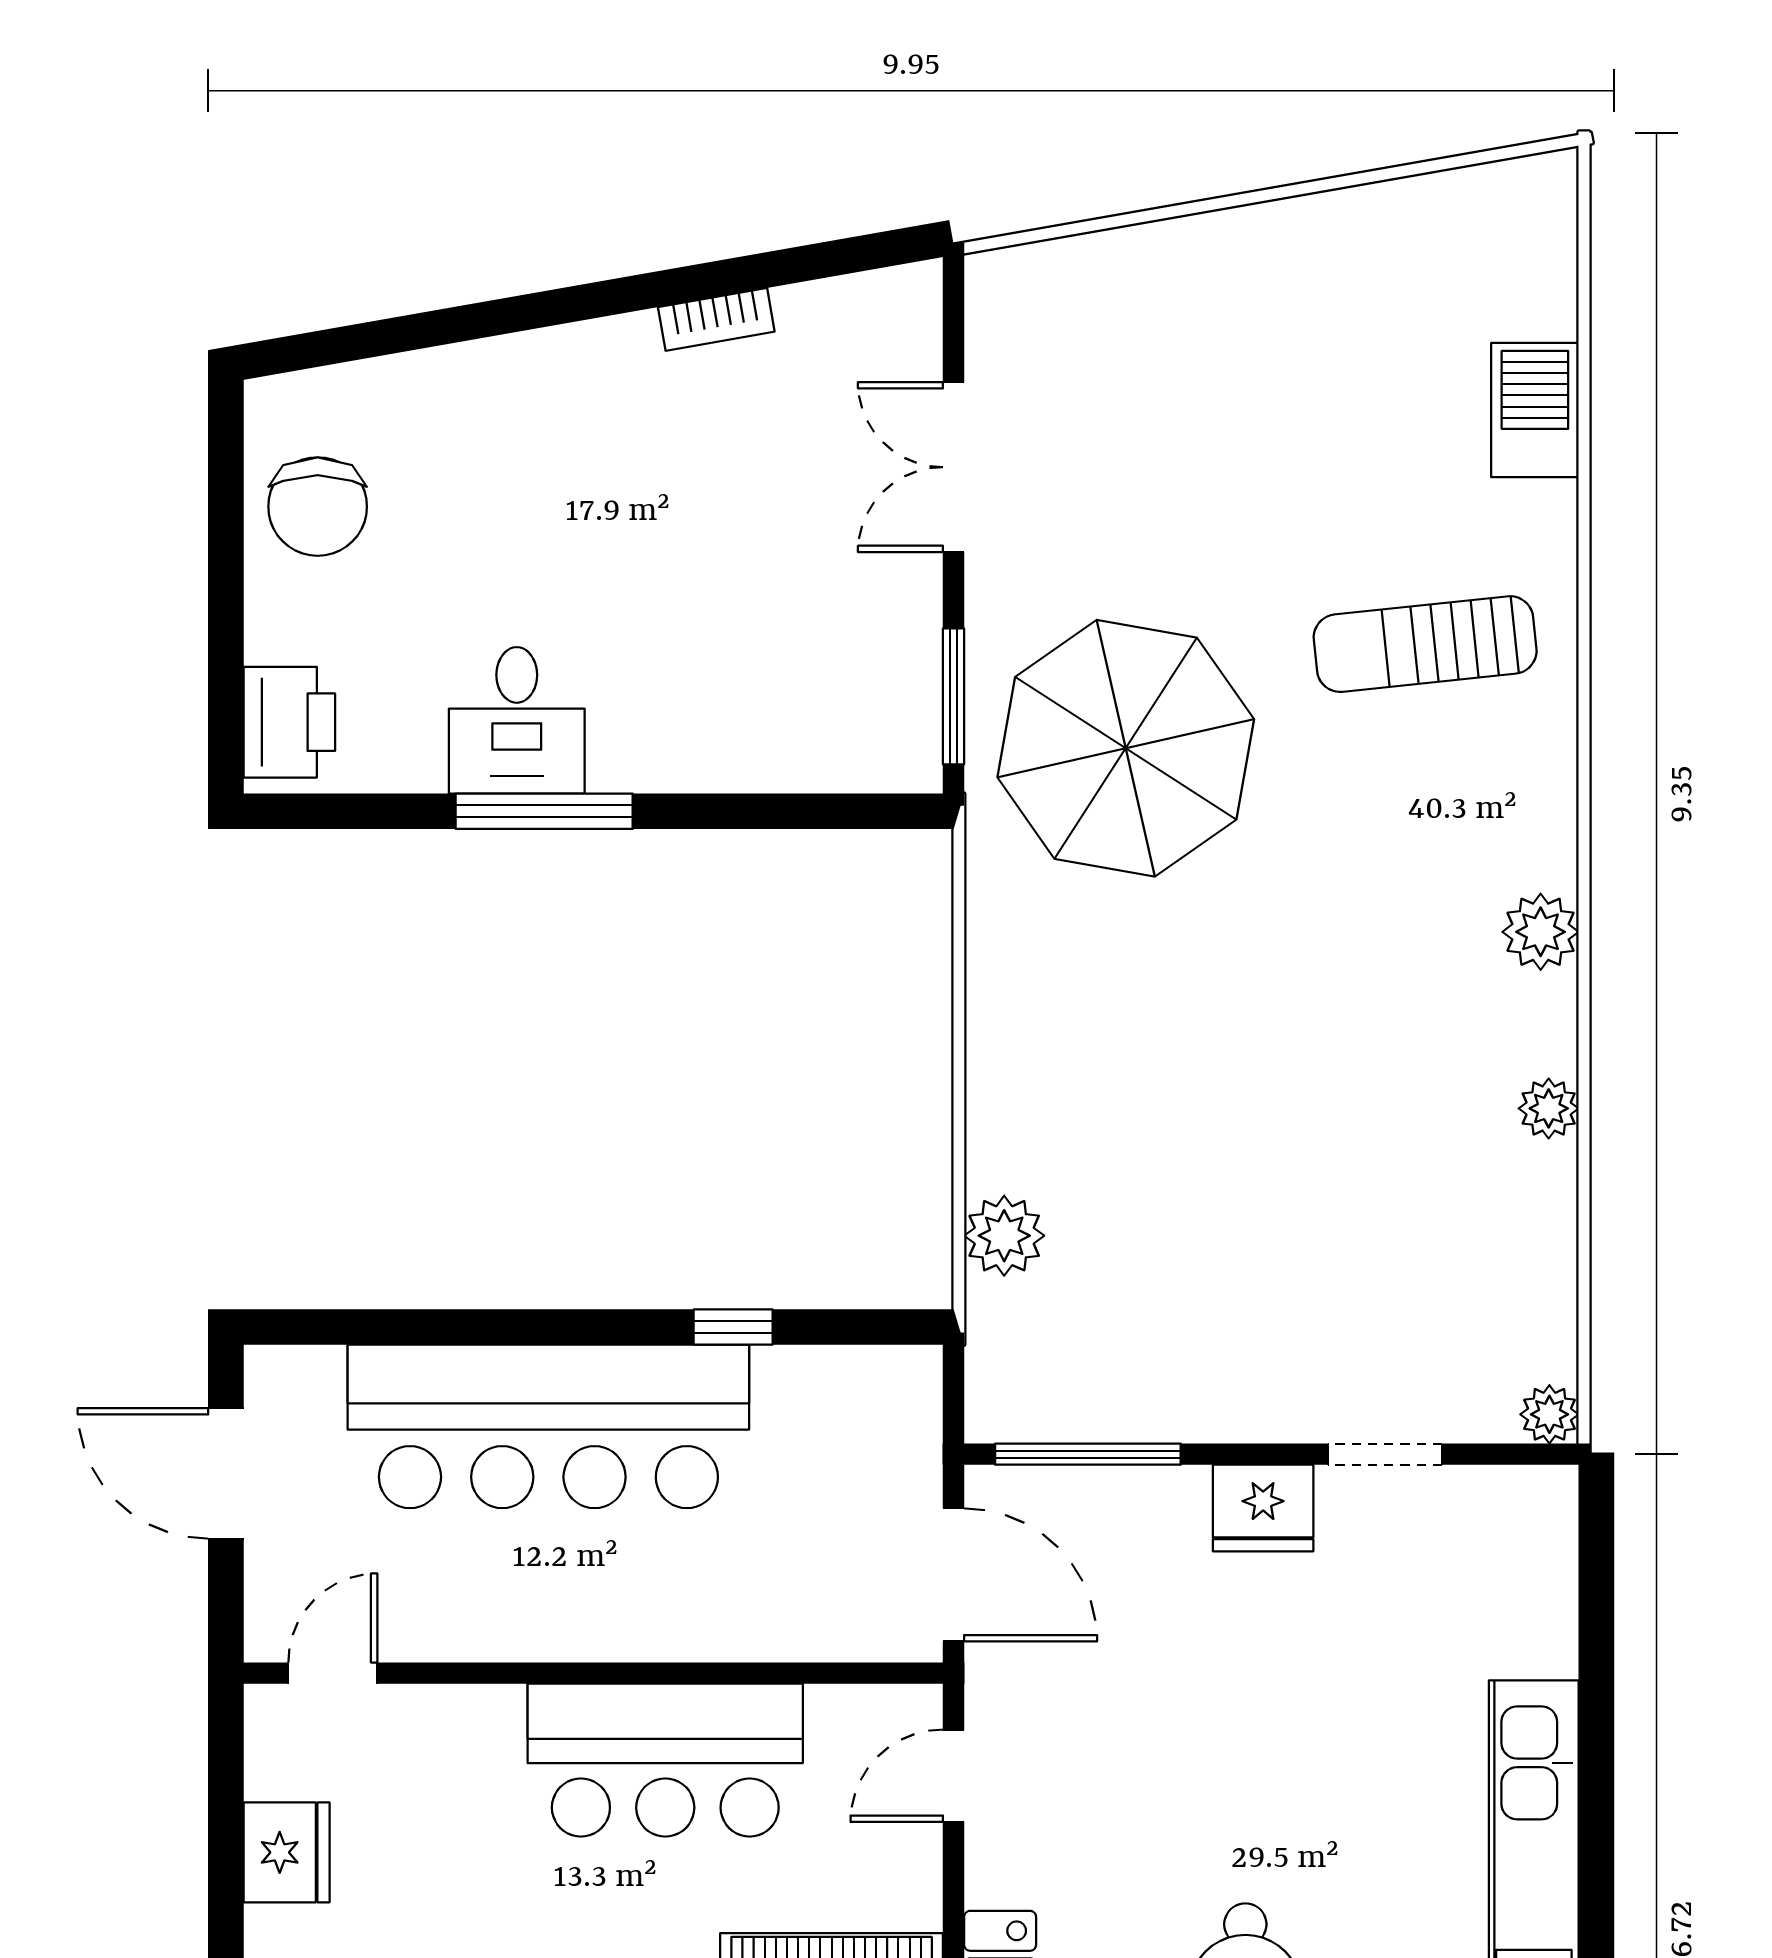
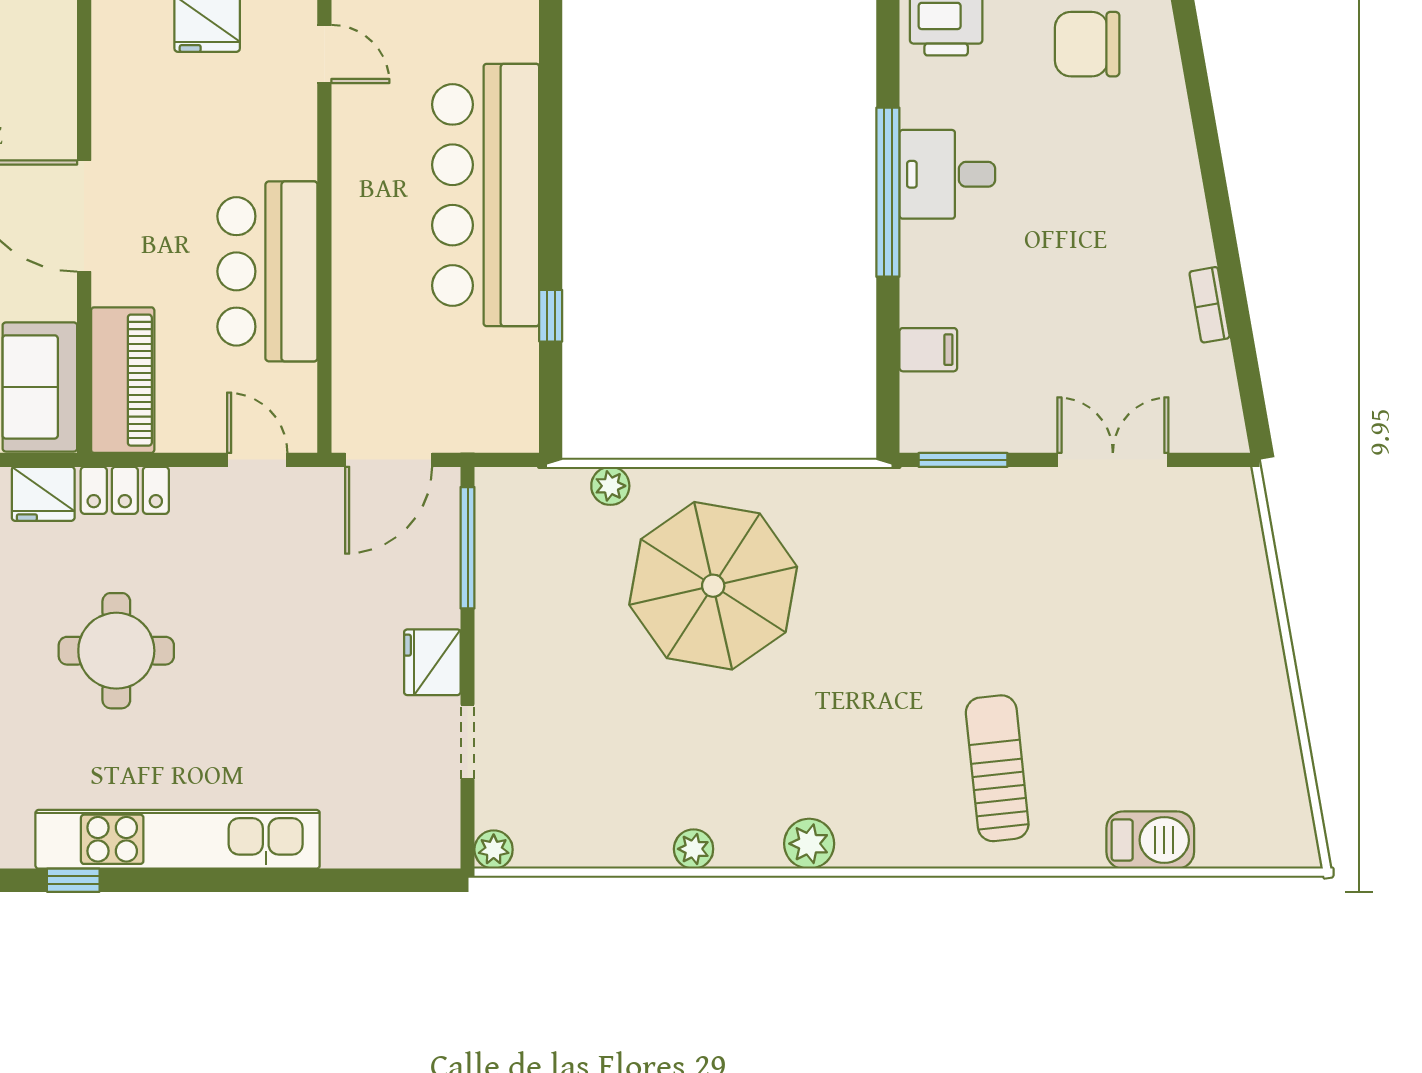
parasol: (1126, 748) -> (713, 586), moved
filing cabinet: (785, 750) -> (928, 350), added
window: (544, 811) -> (888, 192), width x1.46
plant: (1004, 1236) -> (610, 486), width x0.73, depth x0.73

